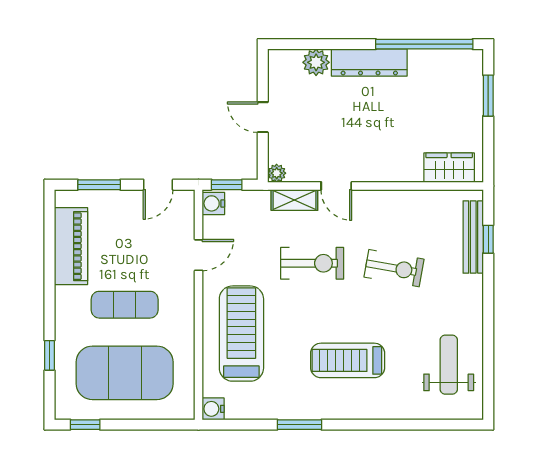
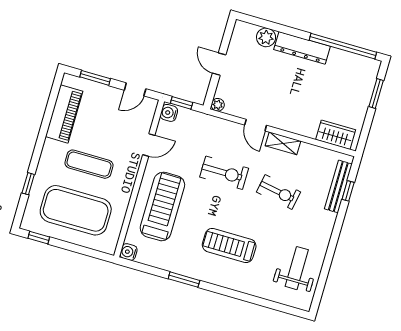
shelving: (294, 200) -> (283, 143), moved

